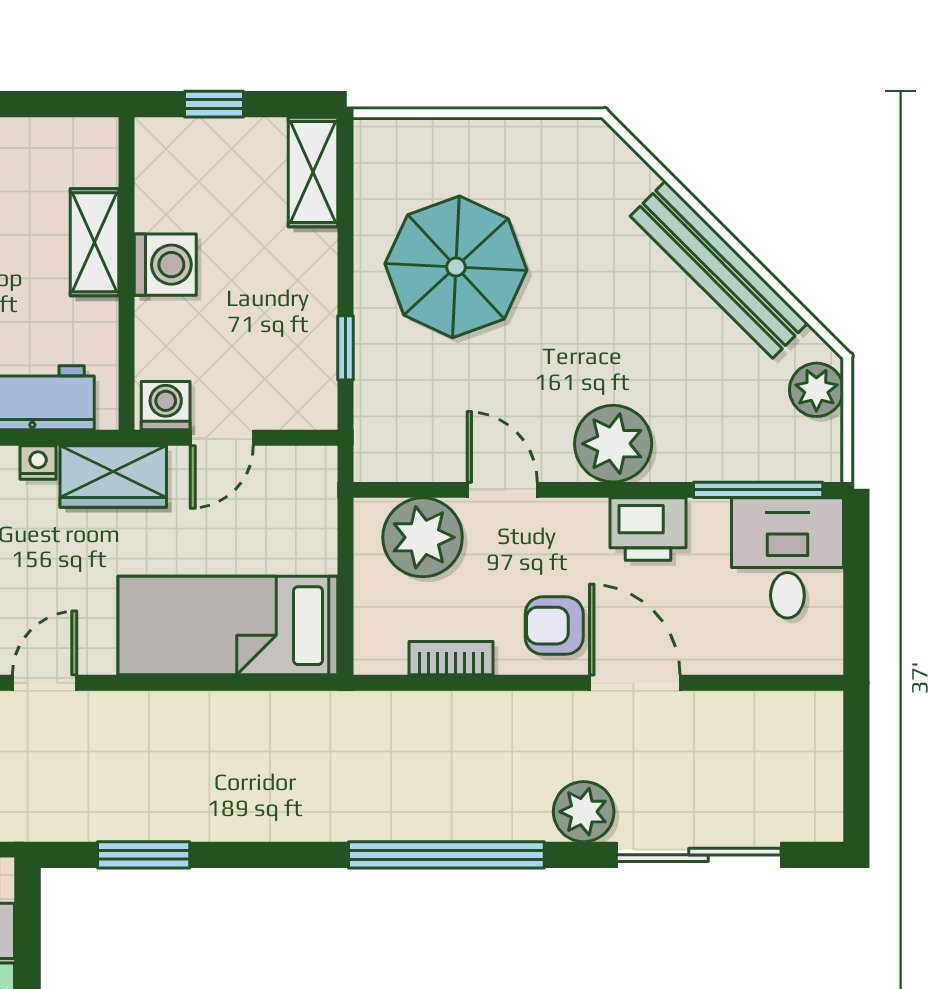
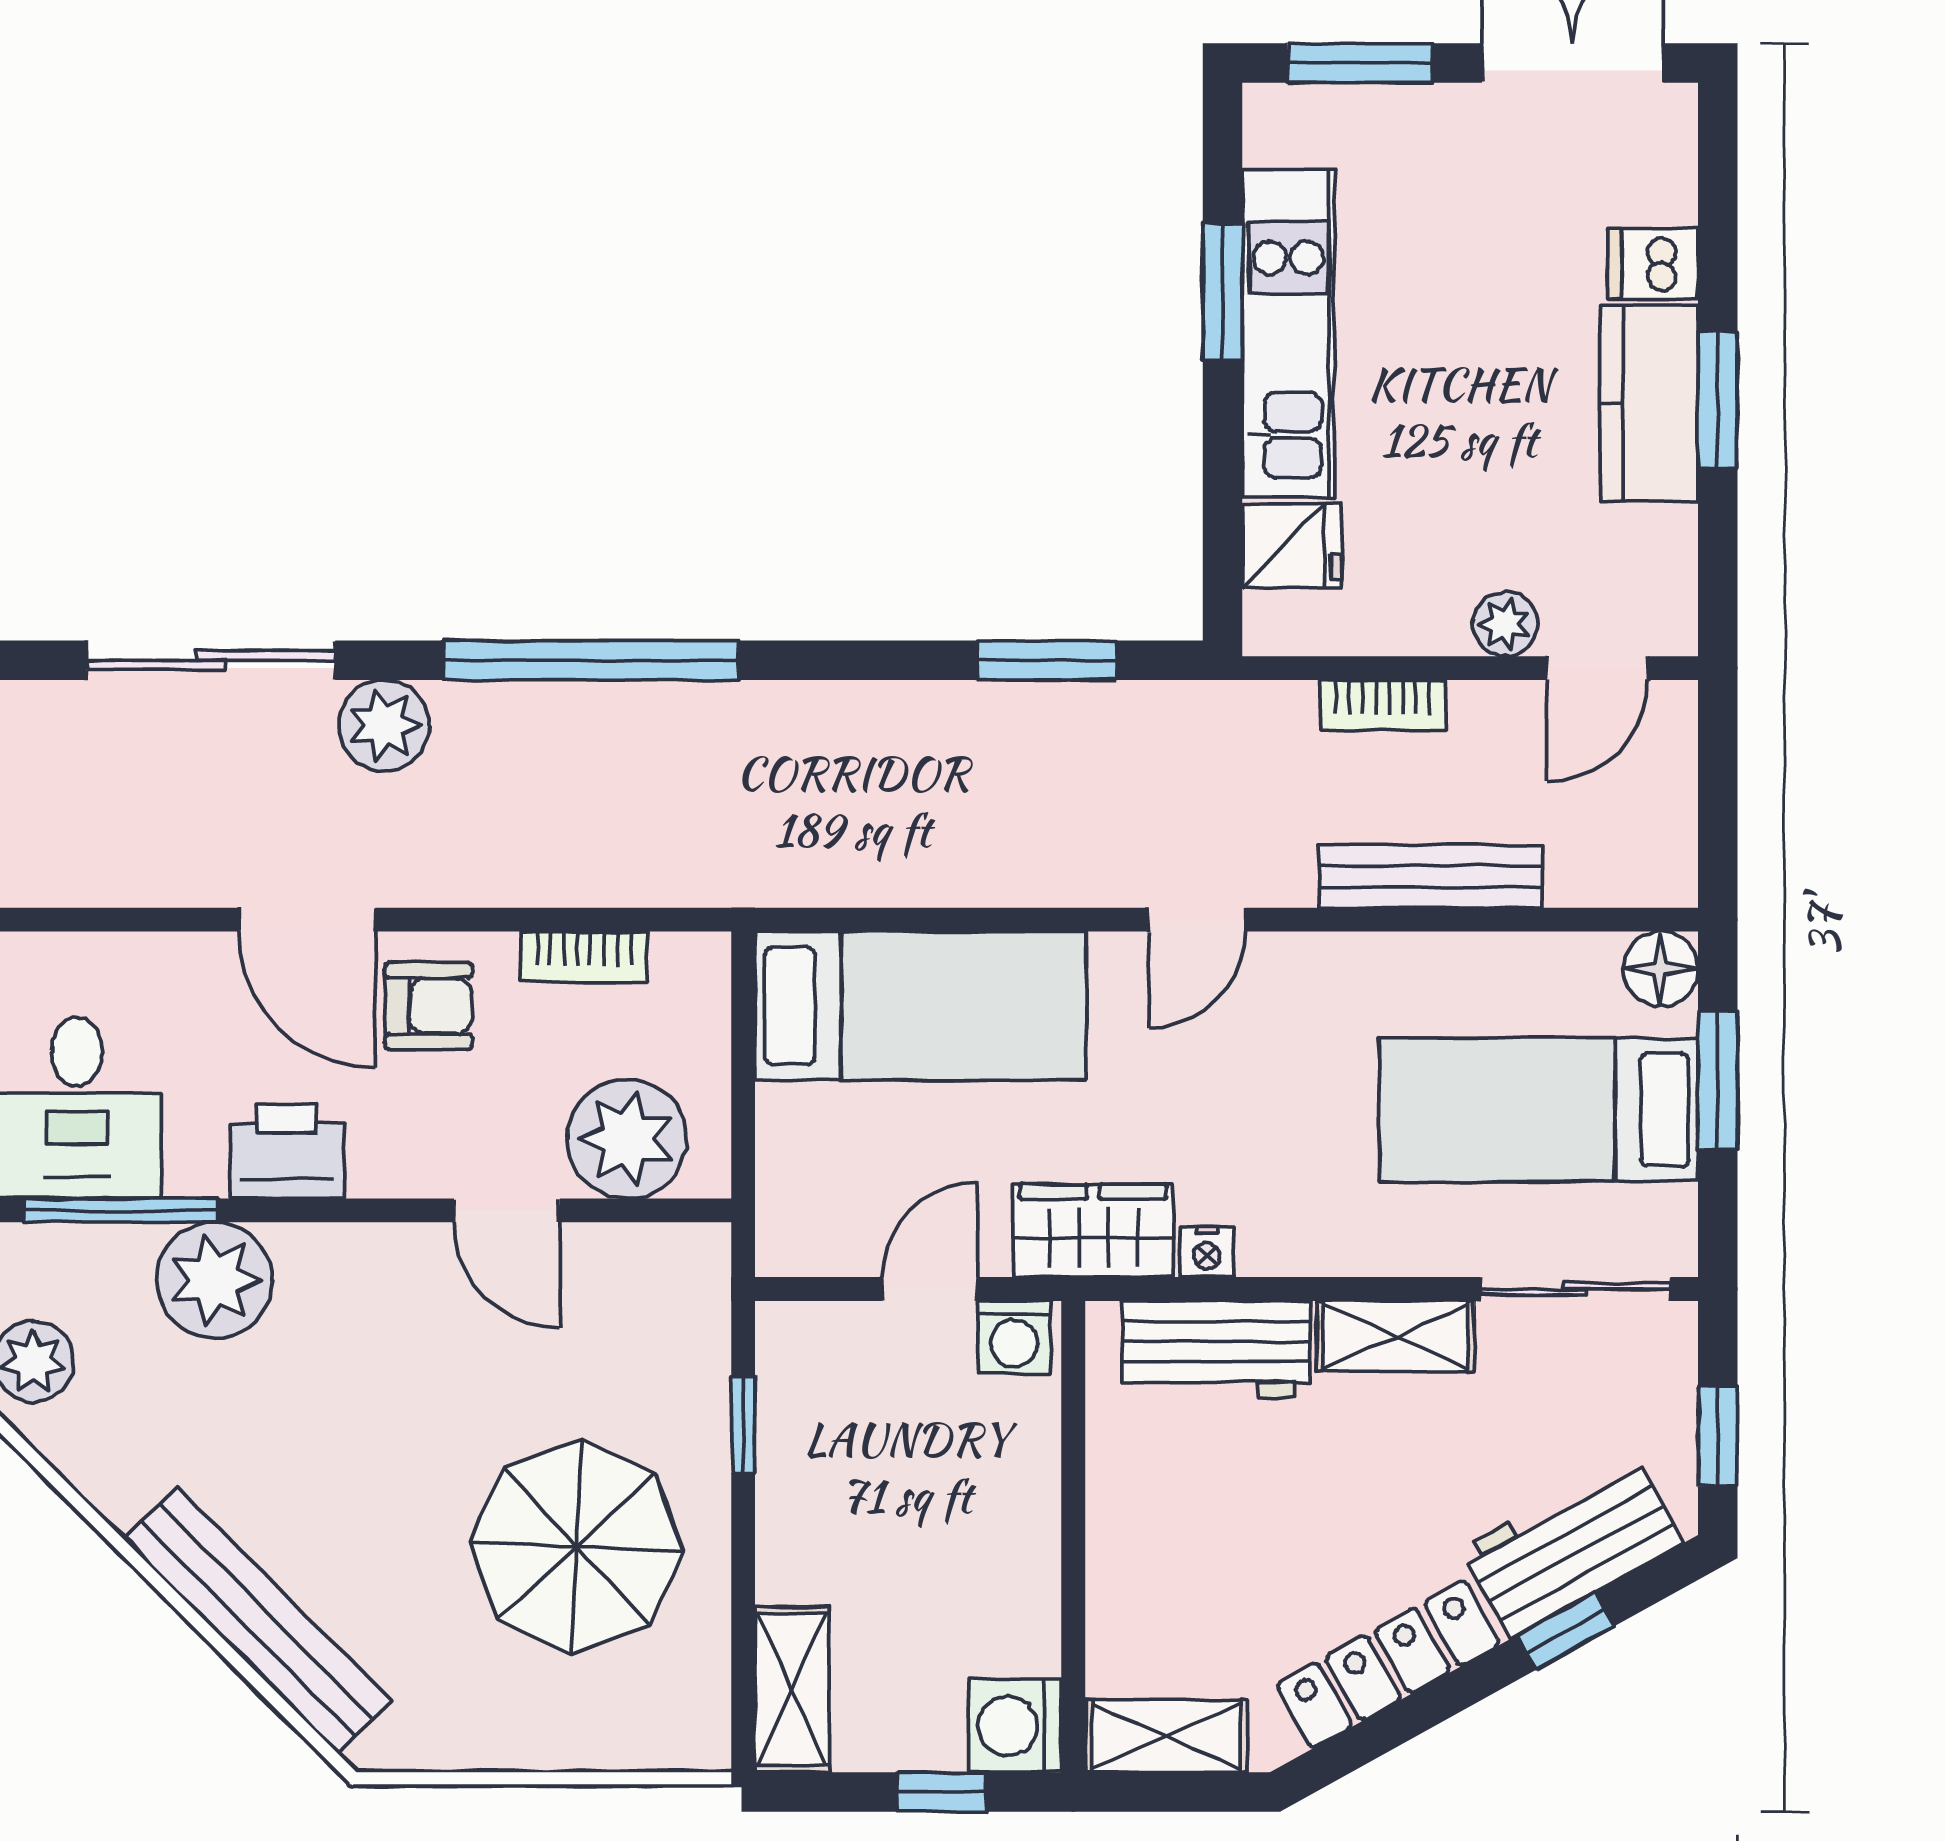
shelving: (95, 242) -> (1166, 1736), moved, turned 90
washing machine: (165, 265) -> (1015, 1726), moved
bench: (719, 270) -> (258, 1620), moved
plant: (613, 444) -> (215, 1280), moved

